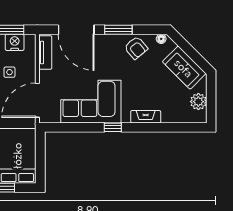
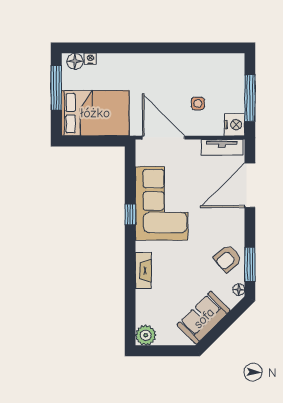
window: (118, 30) -> (250, 264), moved
nightstand: (15, 42) -> (235, 125), moved
plant: (198, 102) -> (146, 335), moved
window: (113, 127) -> (130, 214), moved

